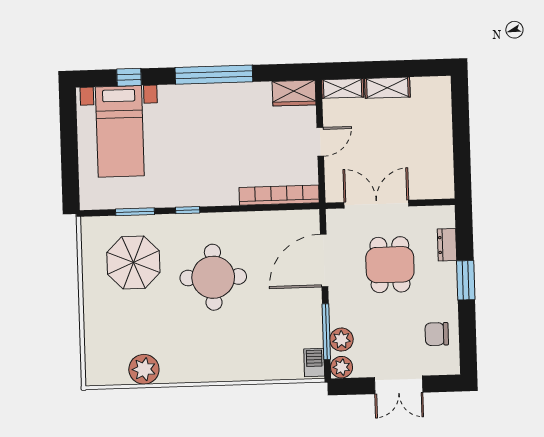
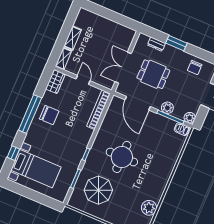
chair: (228, 110) -> (49, 115), added
plant: (341, 340) -> (167, 108), moved

